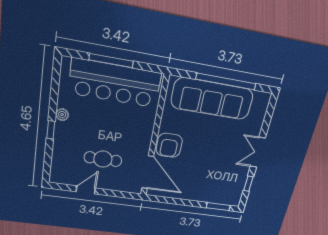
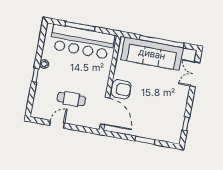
armchair: (169, 145) -> (121, 89), turned -90
double door: (258, 152) -> (195, 74), moved
window: (218, 207) -> (145, 140), moved

